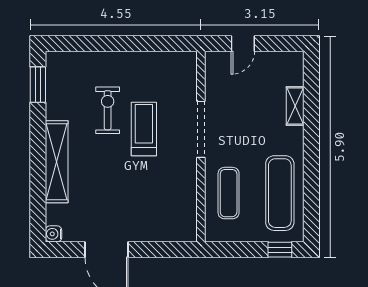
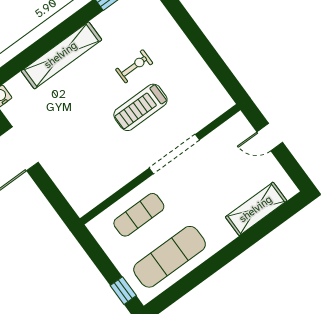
shelving: (295, 106) -> (256, 209), width x1.50, depth x1.33
exercise bike: (108, 110) -> (134, 66), width x0.73, depth x0.72
treadmill: (144, 129) -> (140, 107), turned 180

